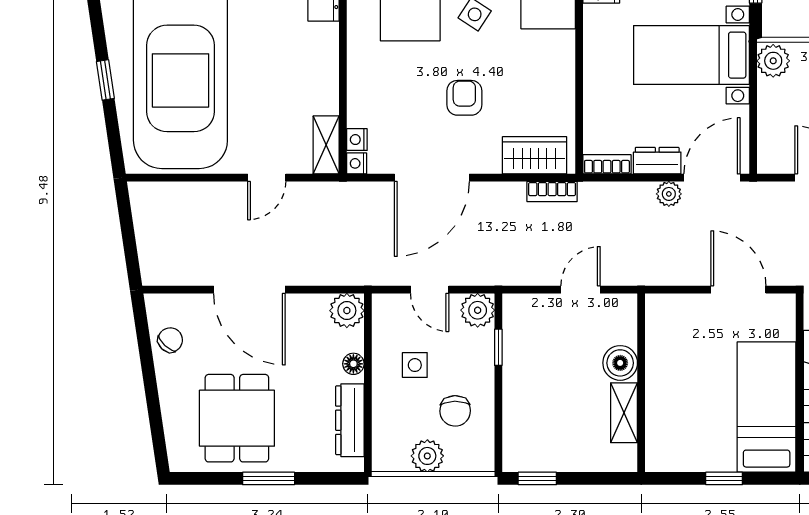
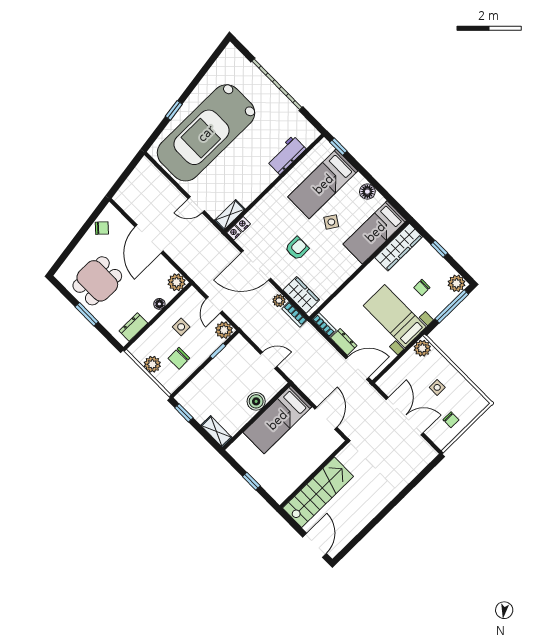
plant: (669, 194) -> (279, 301), moved
bed: (767, 407) -> (277, 420), moved, turned 180
shelving: (624, 413) -> (216, 431), moved, turned 90
dresser: (350, 420) -> (133, 327), width x0.70

